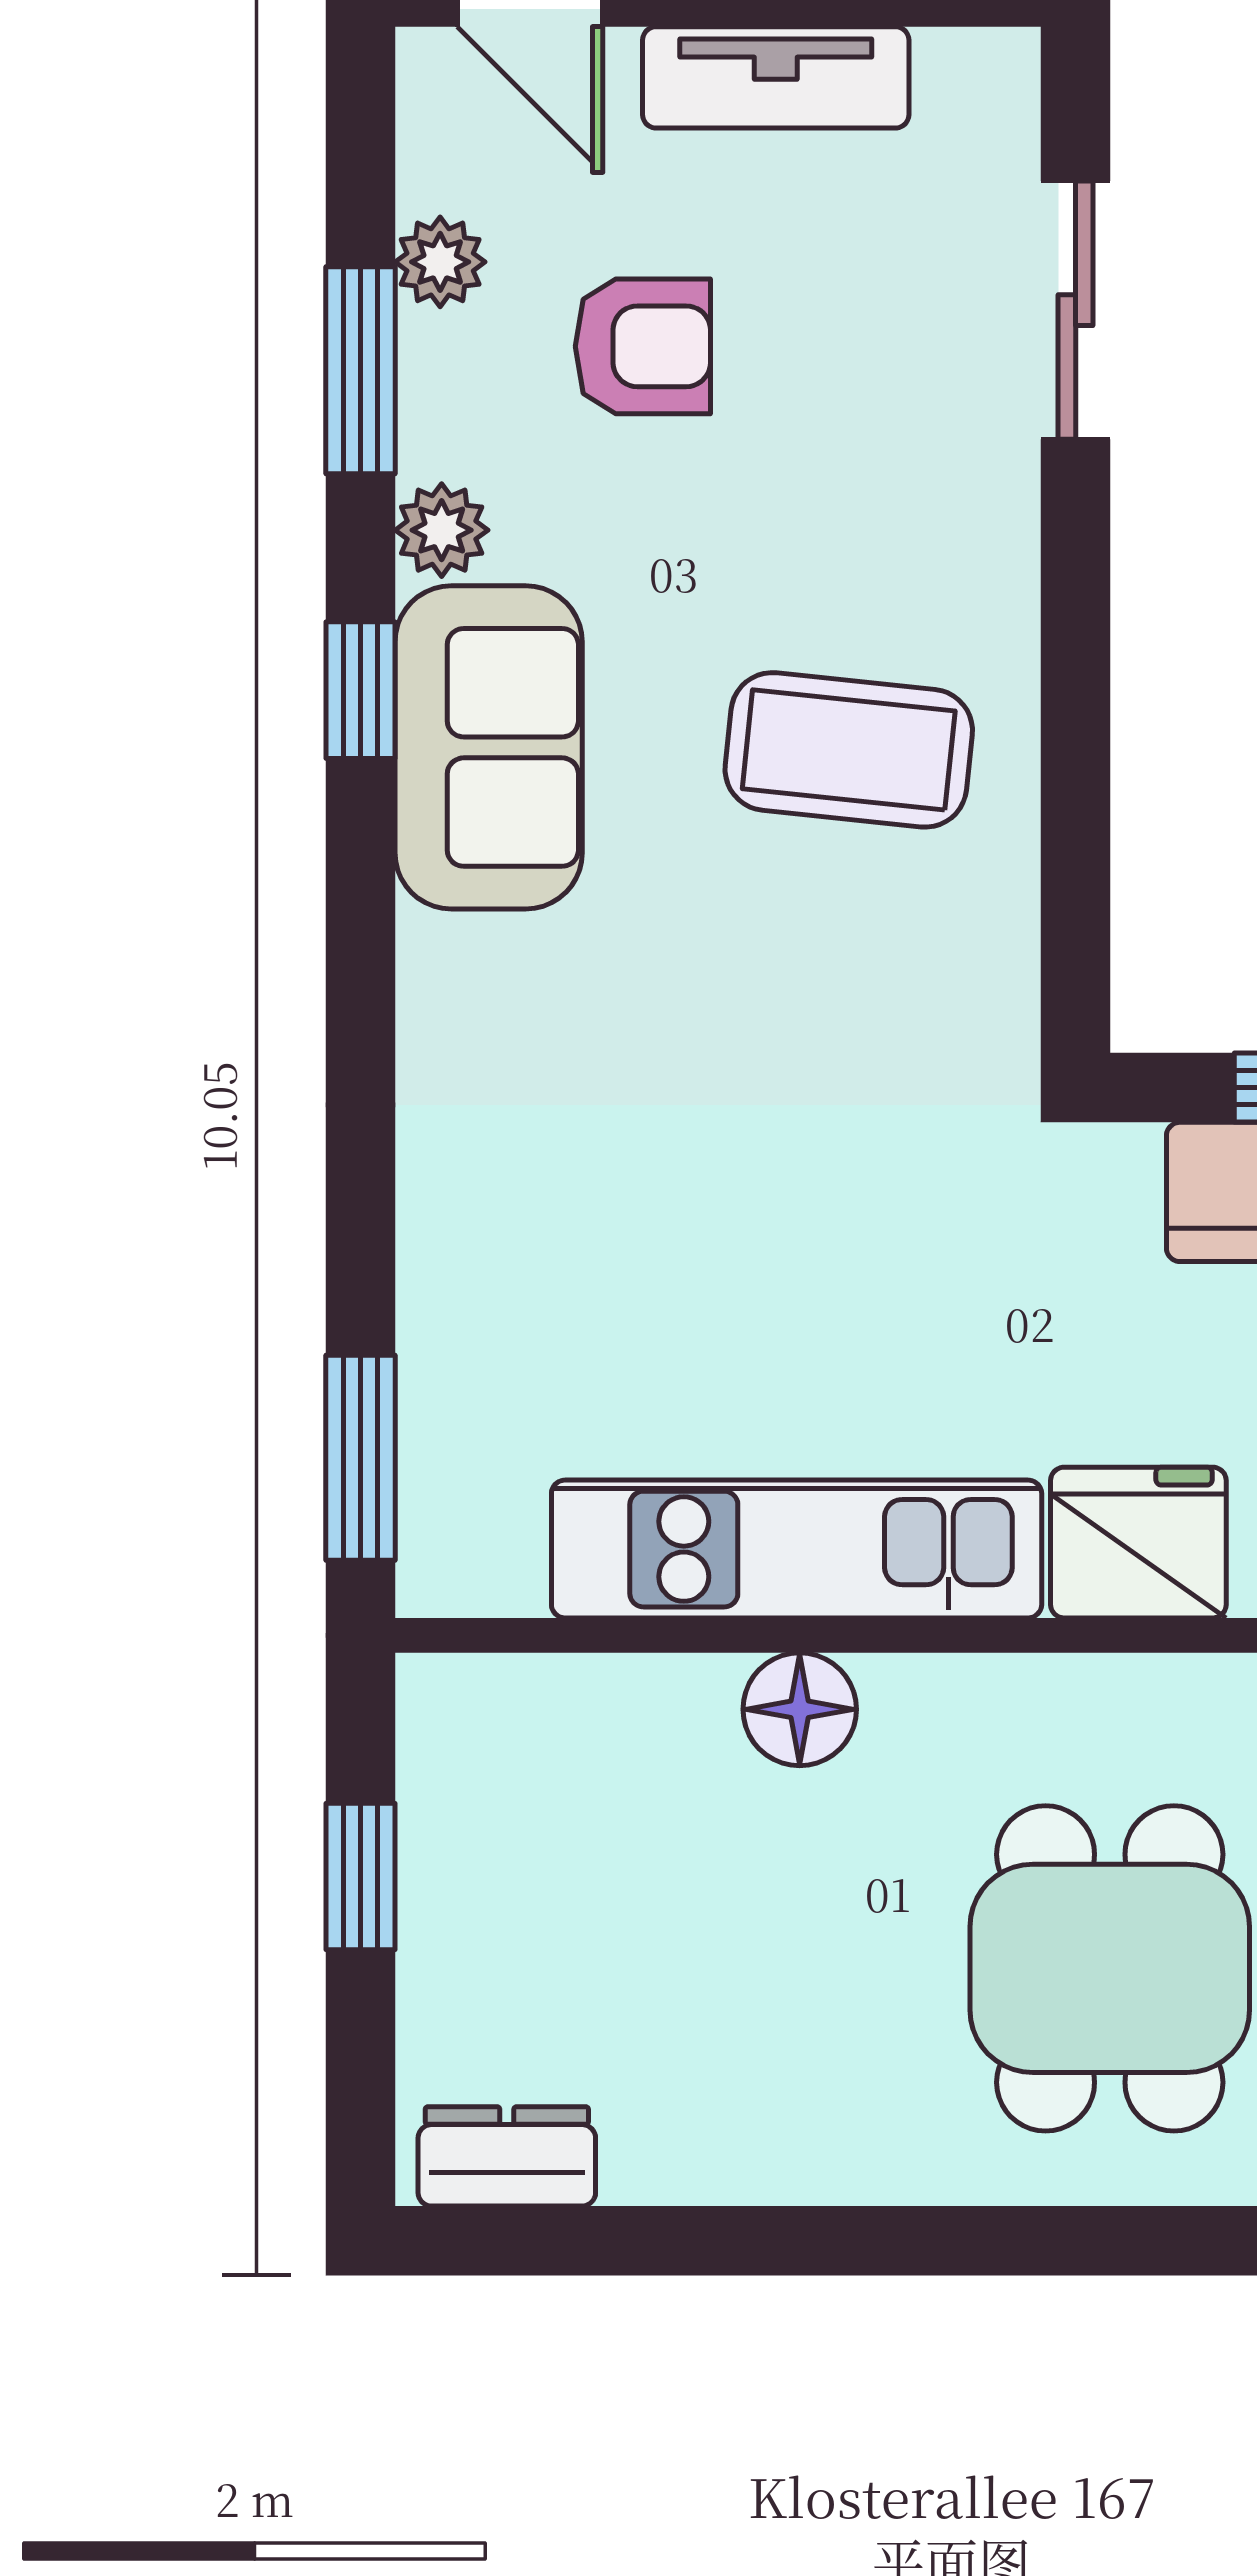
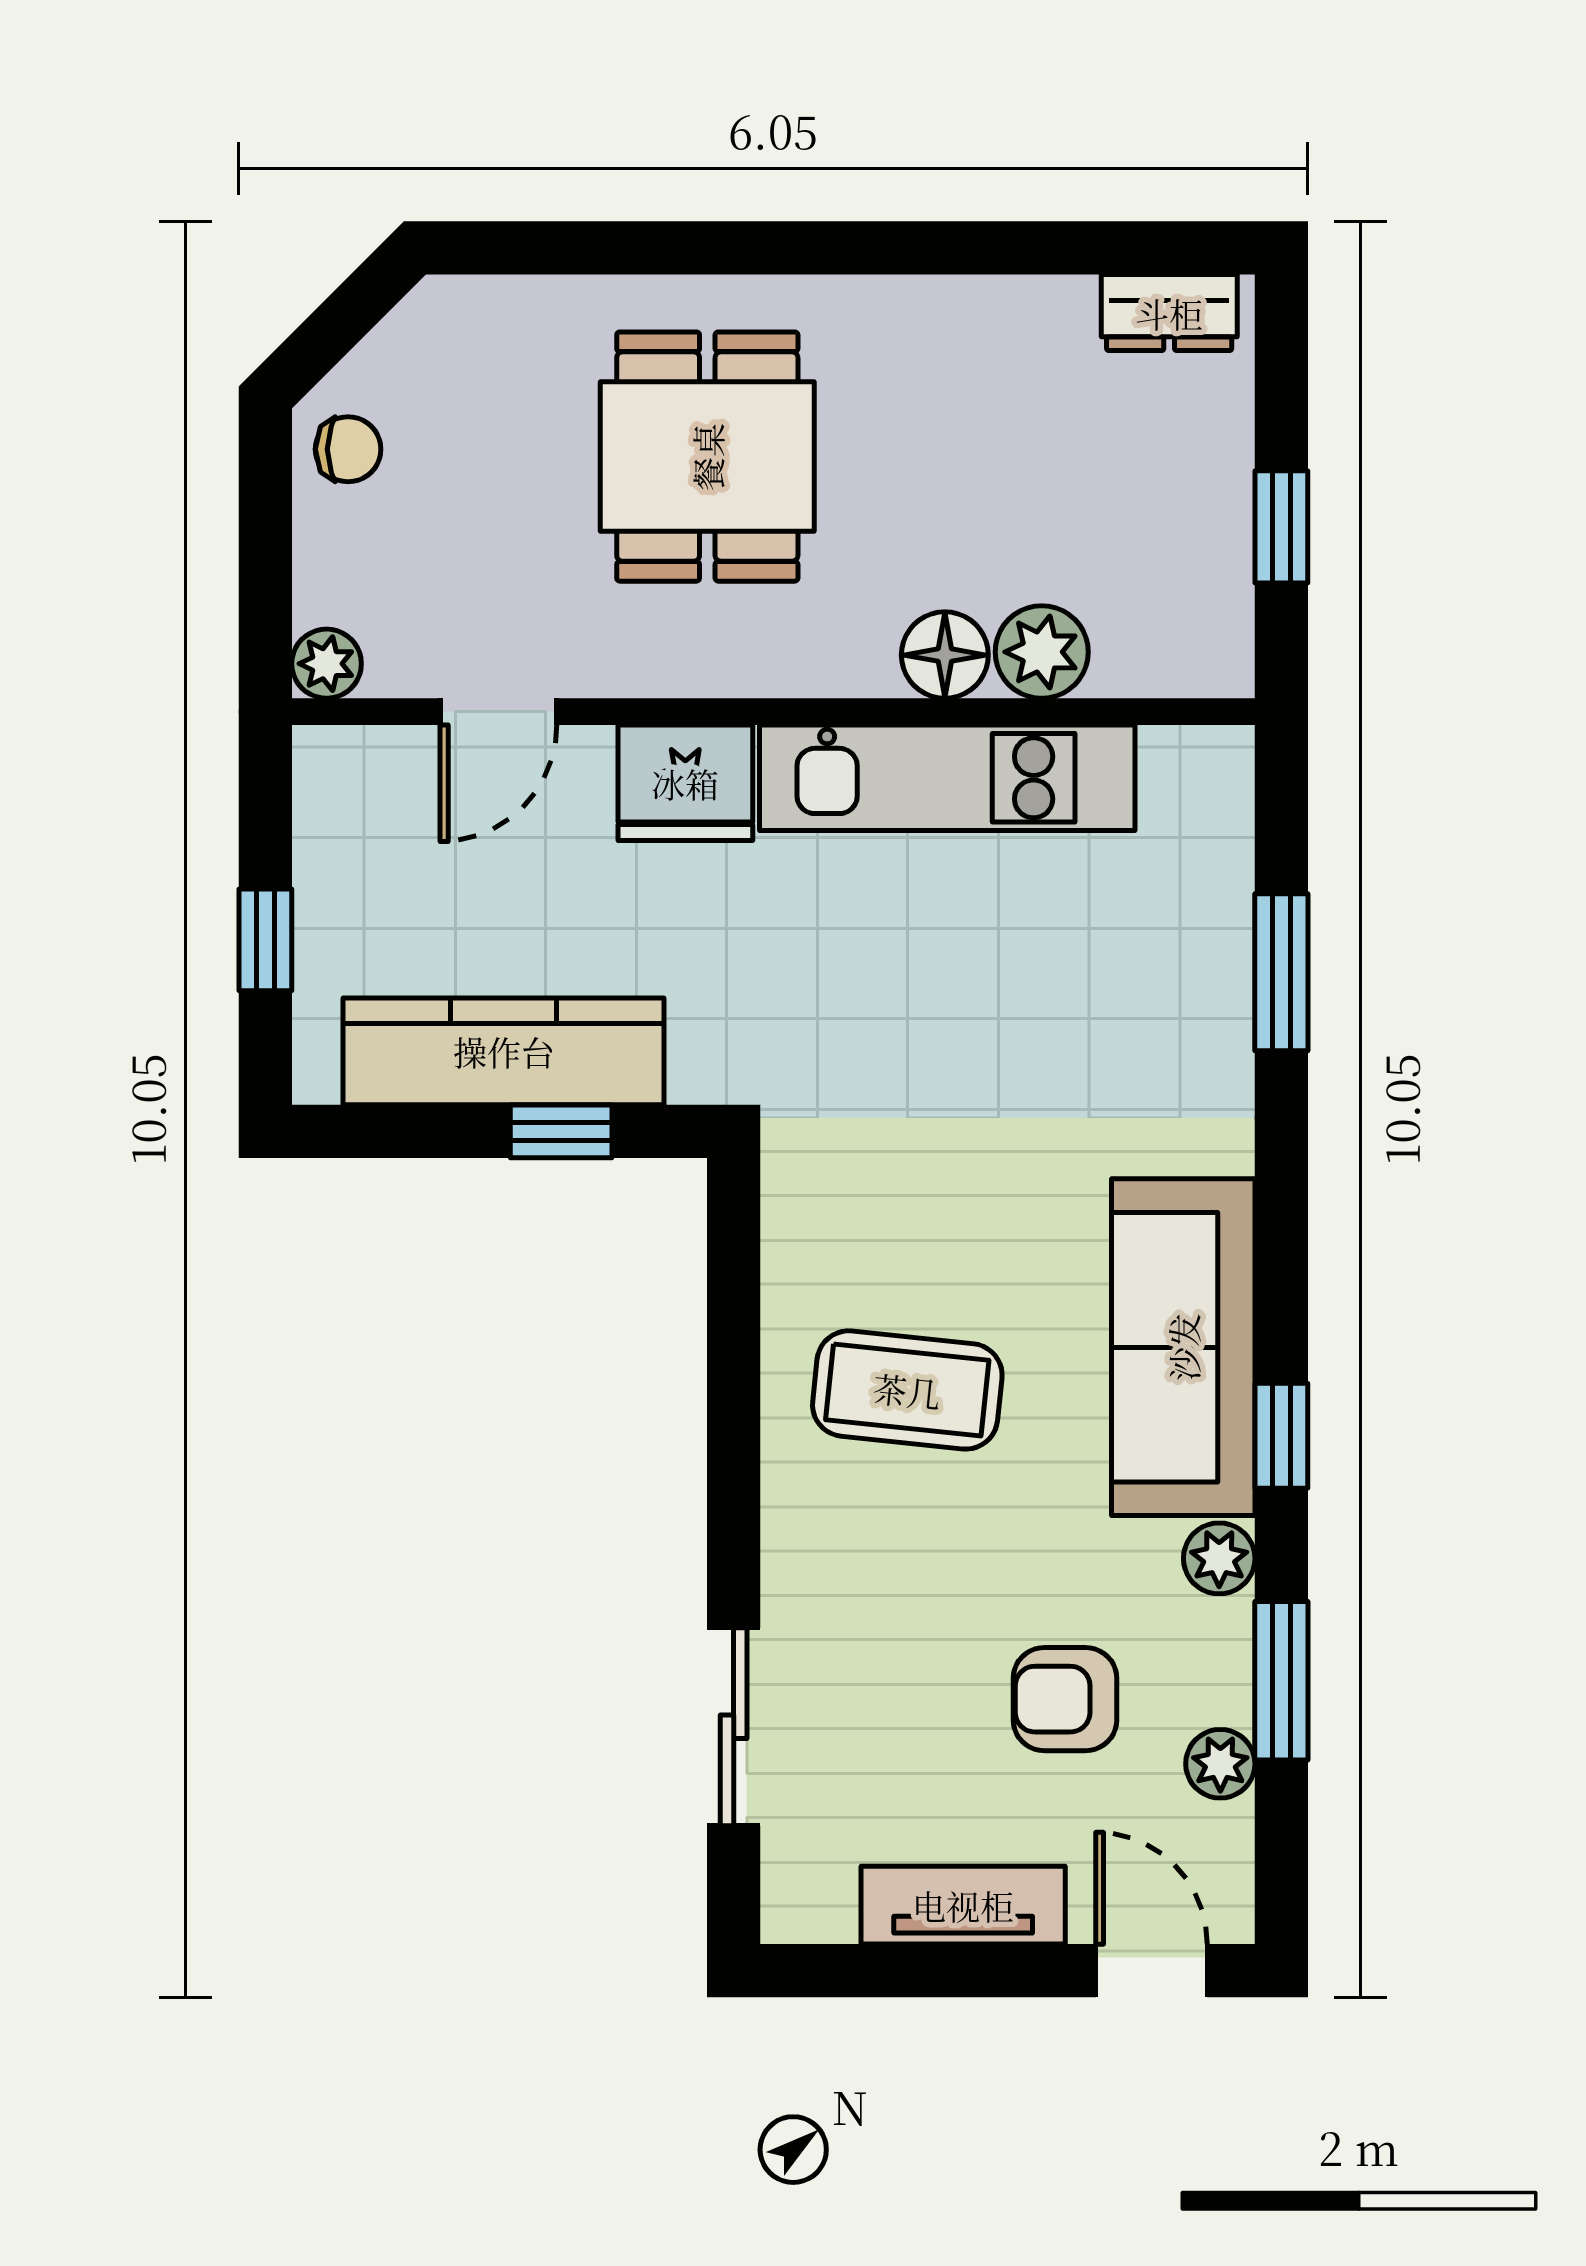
sofa: (489, 747) -> (1183, 1347), width x1.36
window: (360, 1458) -> (1281, 972), moved
plant: (673, 1713) -> (1042, 652), added

